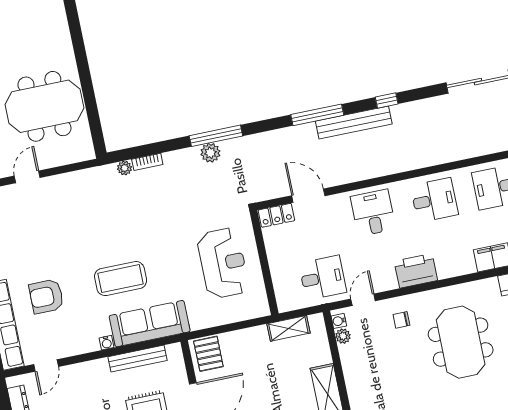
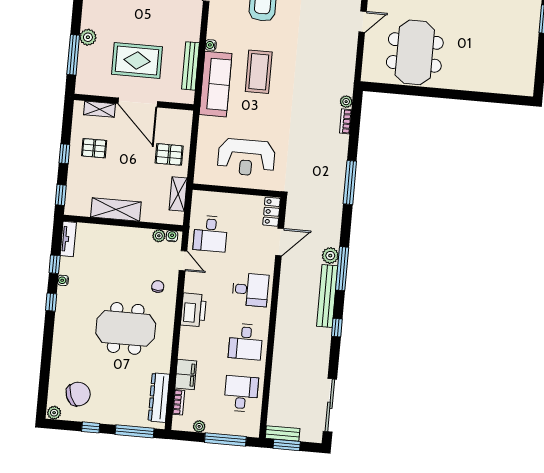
plant: (210, 153) -> (330, 256), moved
door: (27, 177) -> (363, 22), hinge flipped
pallet: (208, 354) -> (169, 154), moved

